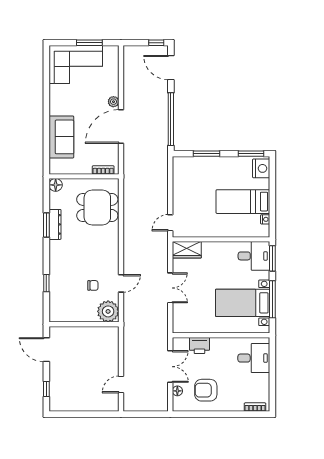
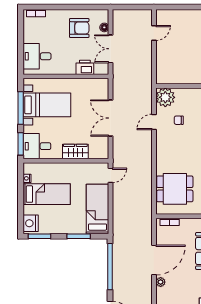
bed: (185, 185) -> (98, 209), added
wardrobe: (187, 250) -> (75, 152), moved
double door: (170, 288) -> (111, 118), width x1.37

